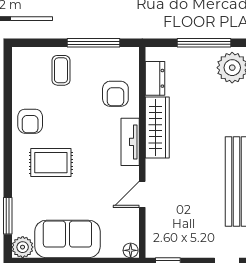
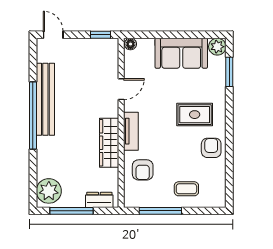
coffee table: (61, 70) -> (186, 189), turned 90
dresser: (155, 78) -> (99, 200), moved, turned 90
armchair: (115, 94) -> (143, 170), turned 180

